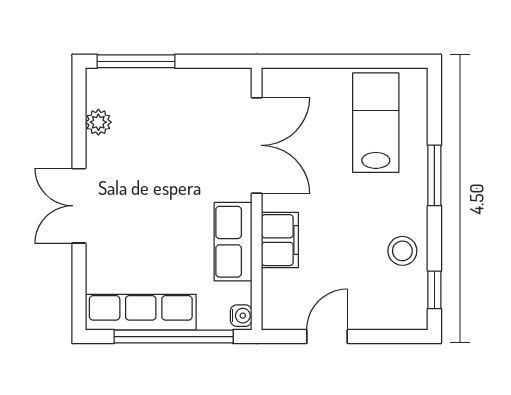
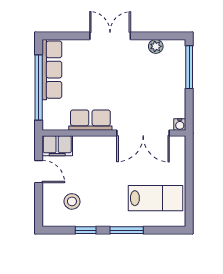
filing cabinet: (280, 240) -> (57, 146), moved
stool: (402, 251) -> (72, 201), moved
window: (434, 290) -> (86, 230), moved
water cooler: (241, 316) -> (180, 124), moved

